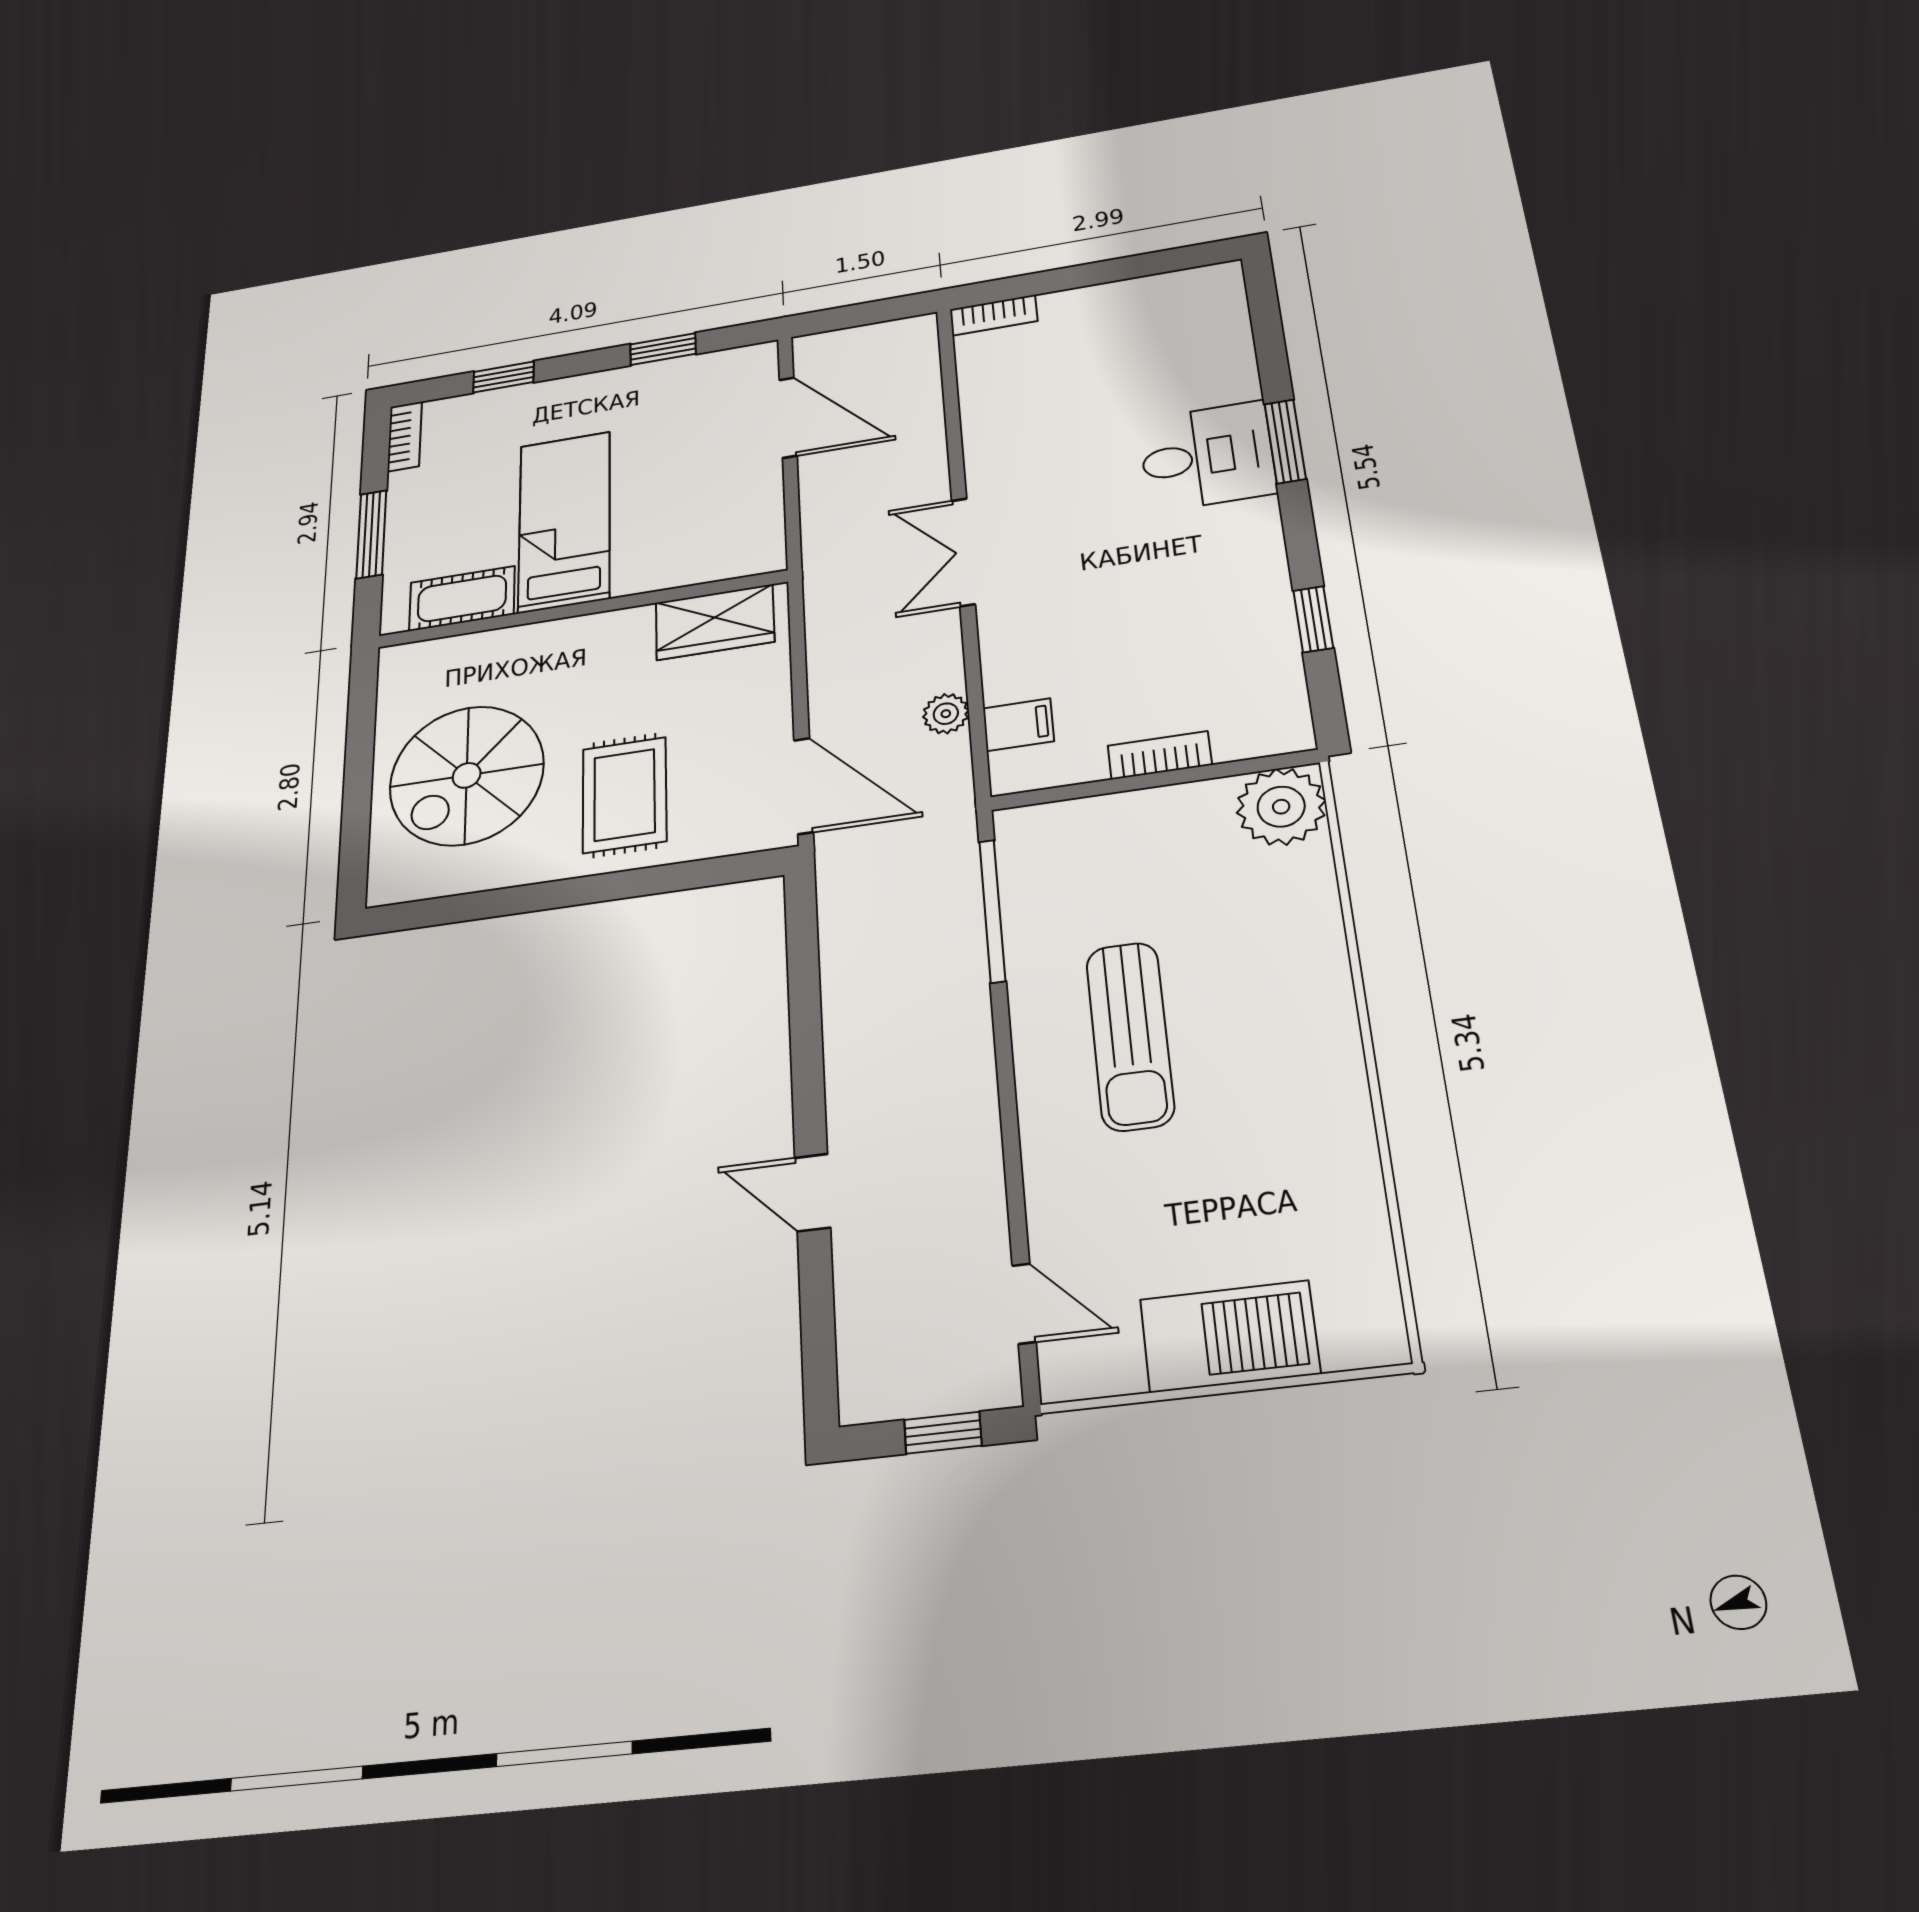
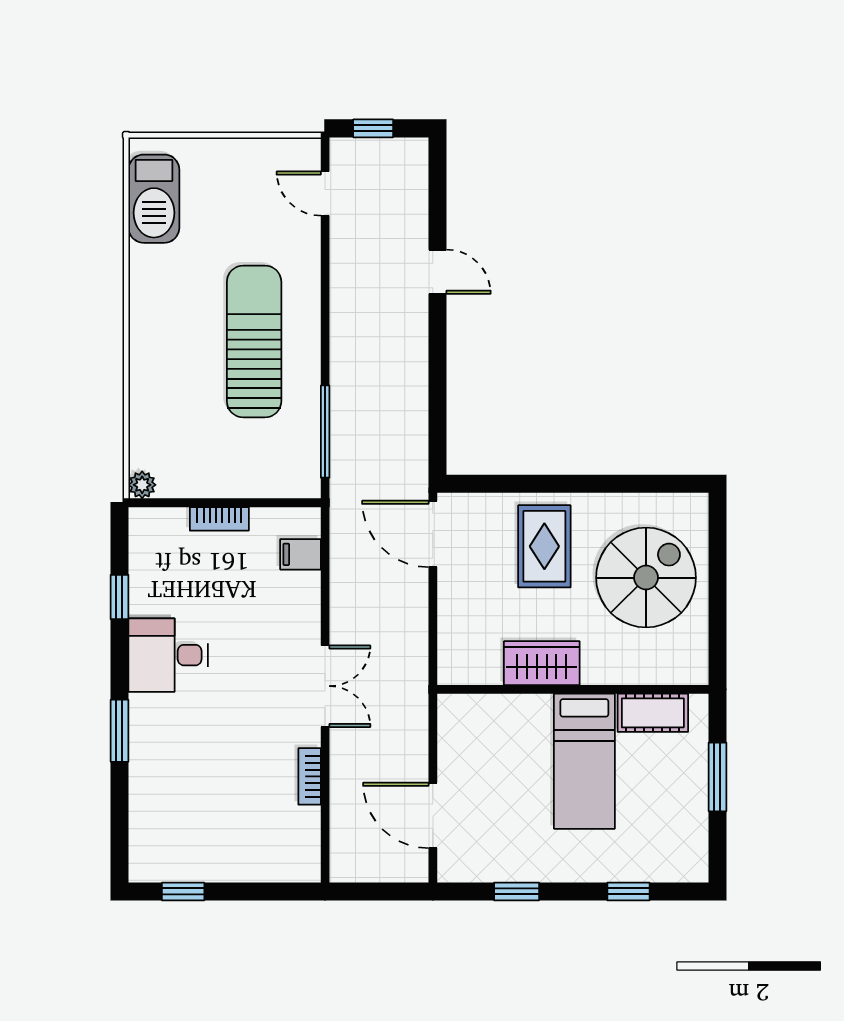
window: (1157, 263) -> (183, 891), added
bookcase: (994, 315) -> (310, 776), moved, turned -90
bookcase: (405, 436) -> (697, 855), removed
desk: (1207, 456) -> (168, 655), moved
wardrobe: (715, 622) -> (542, 663), moved
plant: (946, 714) -> (344, 570), removed
plant: (1281, 807) -> (142, 485), width x0.53, depth x0.53
sun lounger: (1130, 1036) -> (254, 342), width x1.36, depth x1.34
barbecue: (1230, 1336) -> (154, 199), moved, turned -90

